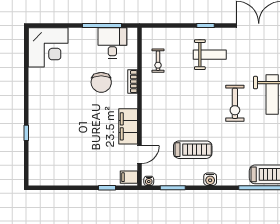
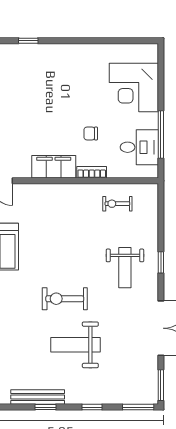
corner desk: (48, 47) -> (134, 87), moved
chair: (101, 82) -> (91, 133), width x0.54, depth x0.54
filing cabinet: (128, 126) -> (54, 167), moved

